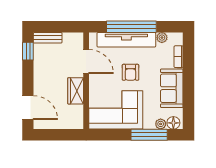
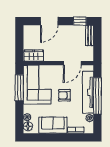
wardrobe: (76, 91) -> (34, 56), moved
door: (28, 108) -> (49, 21), moved
window: (149, 135) -> (19, 88), moved

